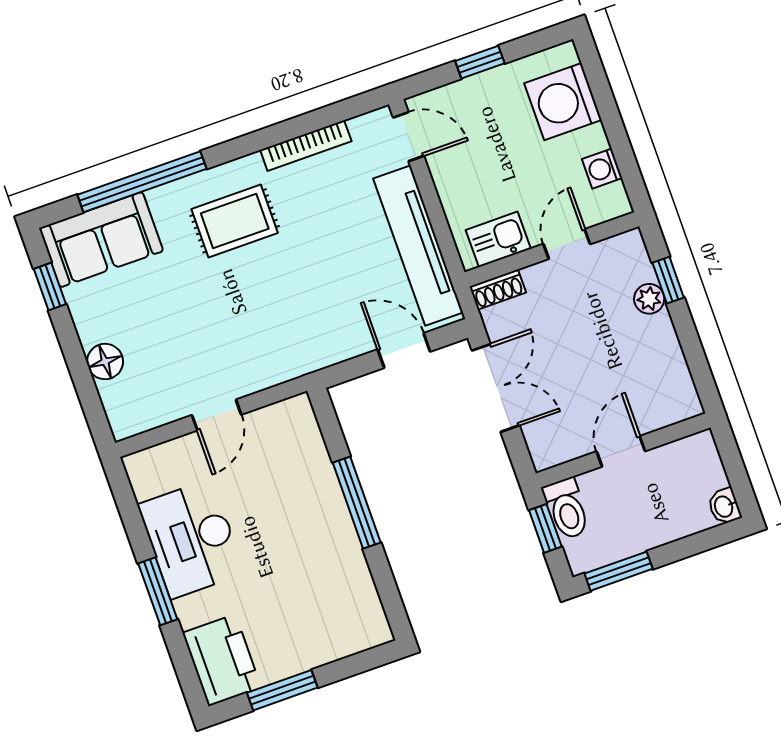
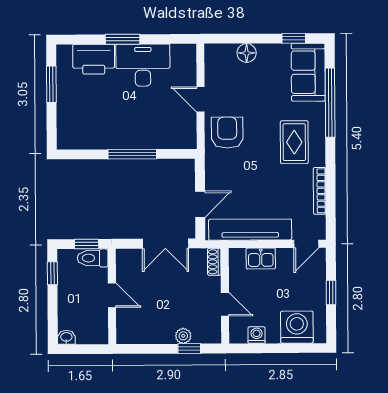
kitchen sink: (498, 239) -> (261, 258), moved, turned 90
armchair: (259, 347) -> (227, 133), added
window: (619, 571) -> (52, 273), width x0.67
printer: (222, 660) -> (94, 59), moved

